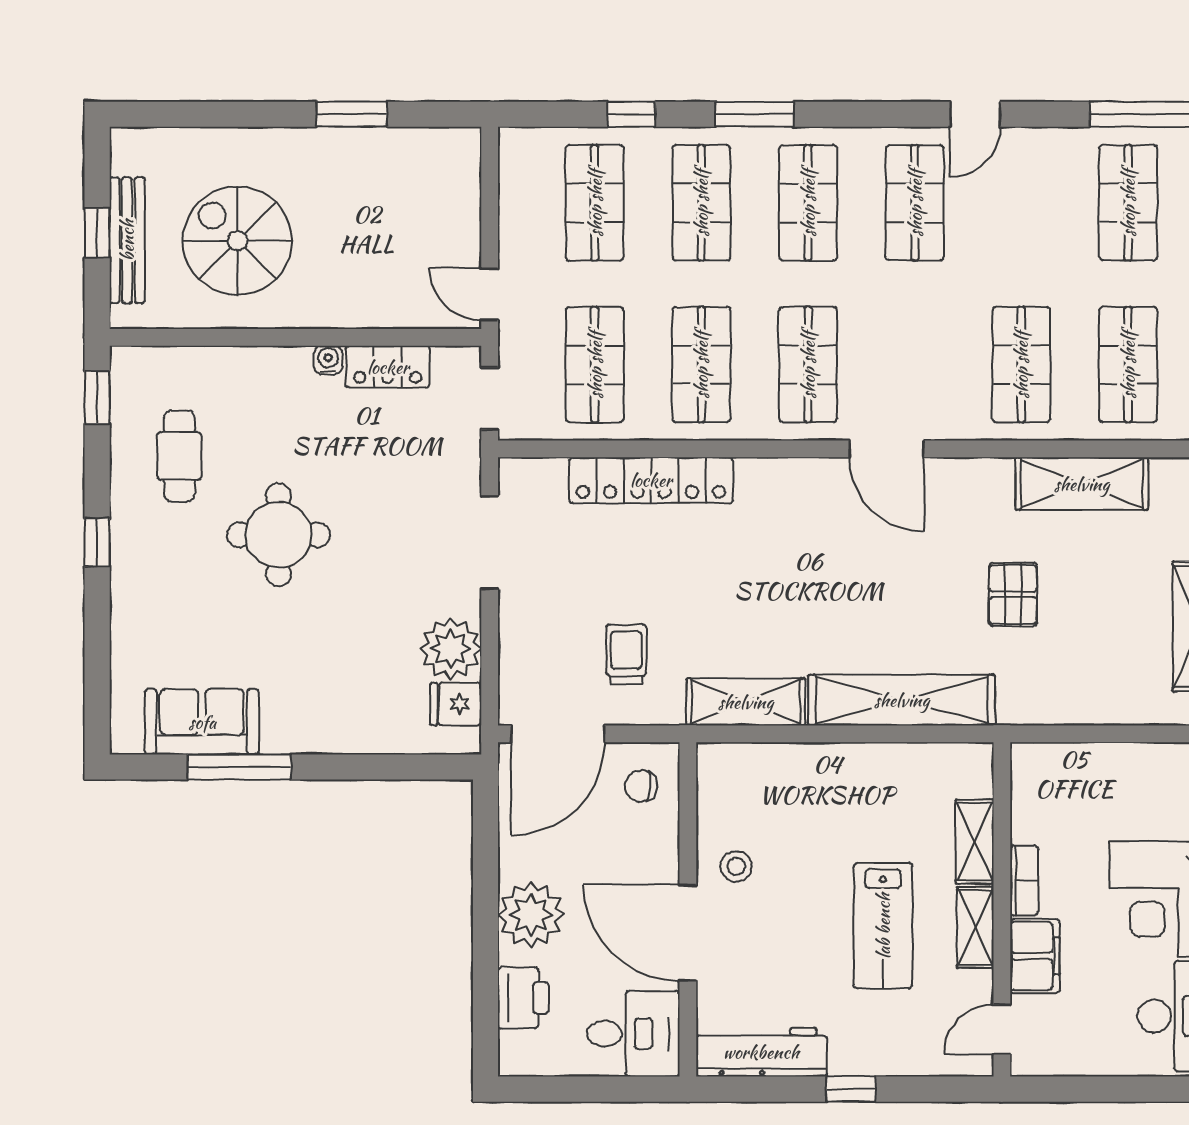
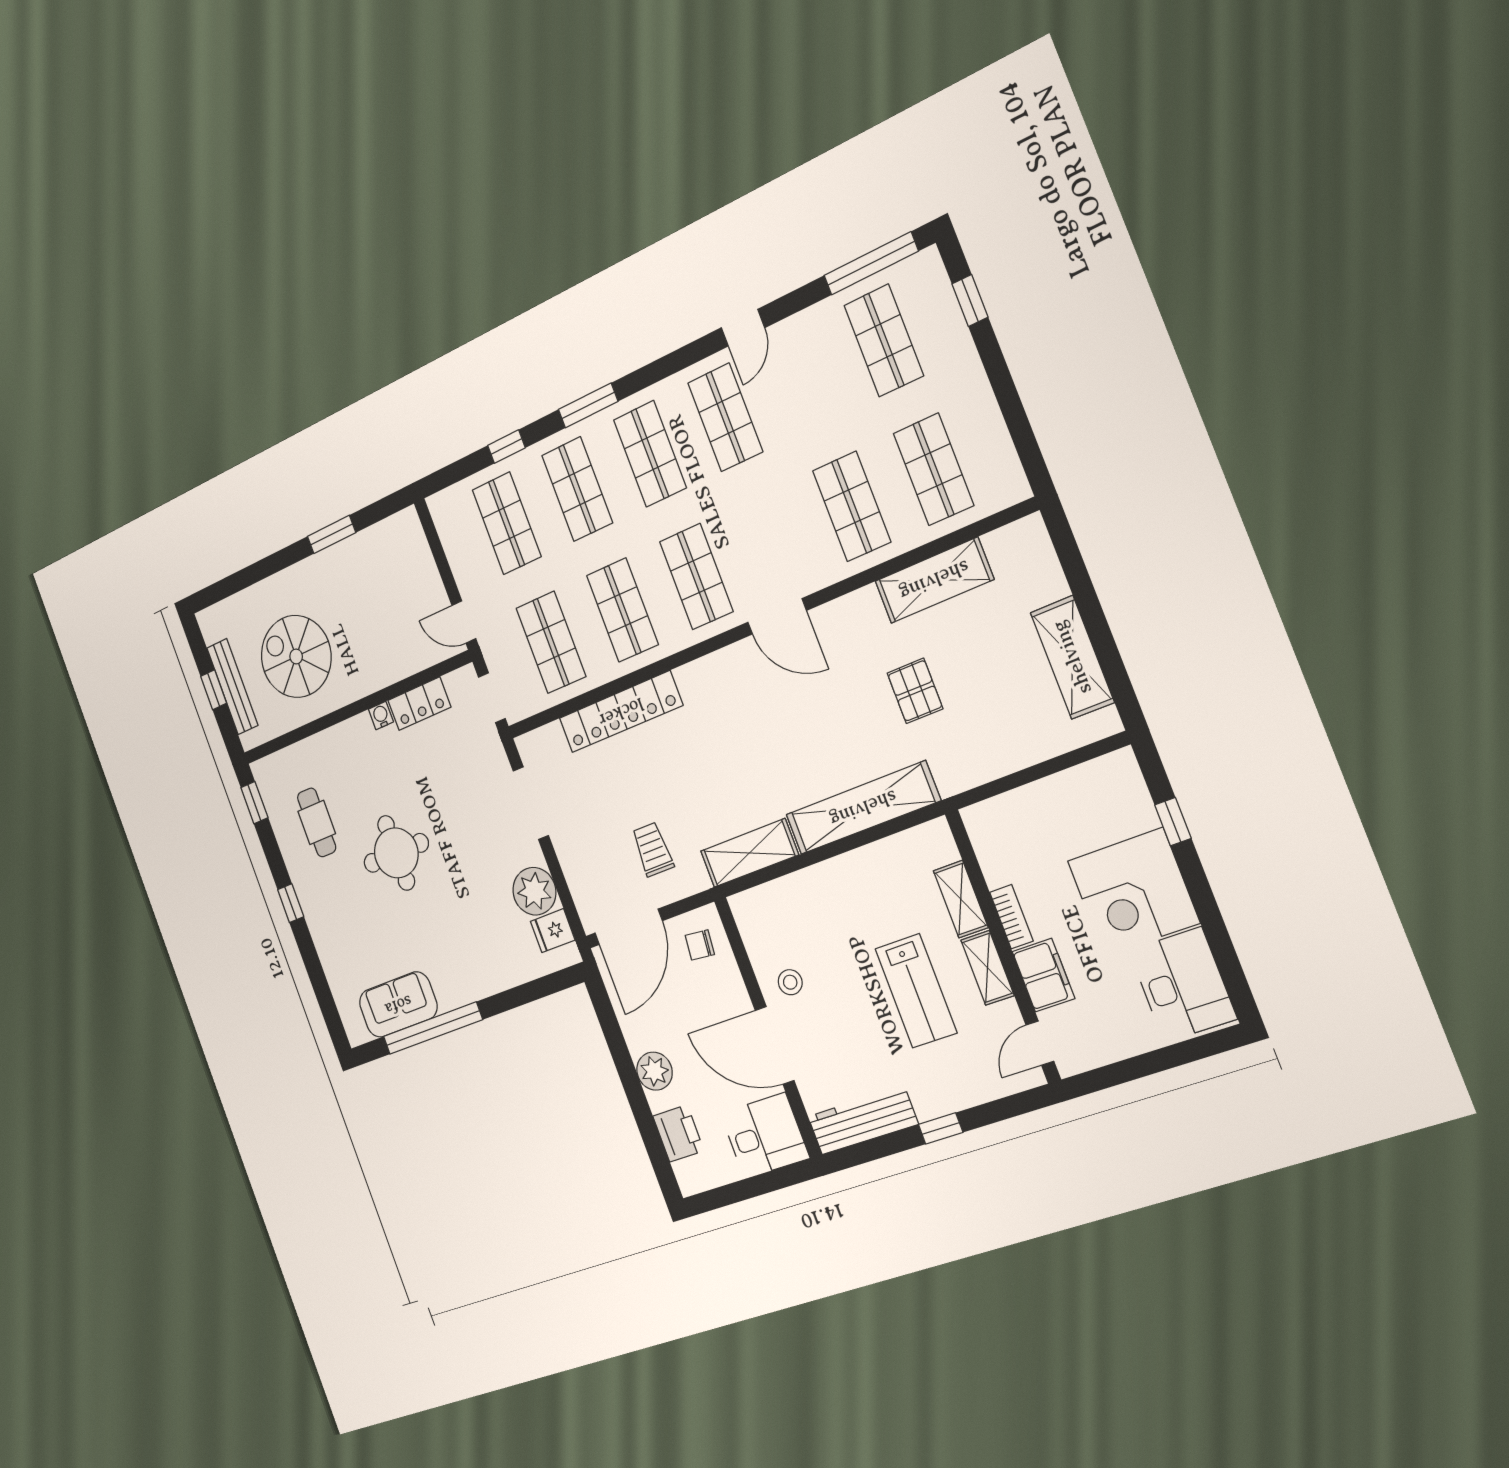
window: (239, 767) -> (433, 1028), width x1.46
plant: (531, 915) -> (654, 1071), width x0.73, depth x0.73

